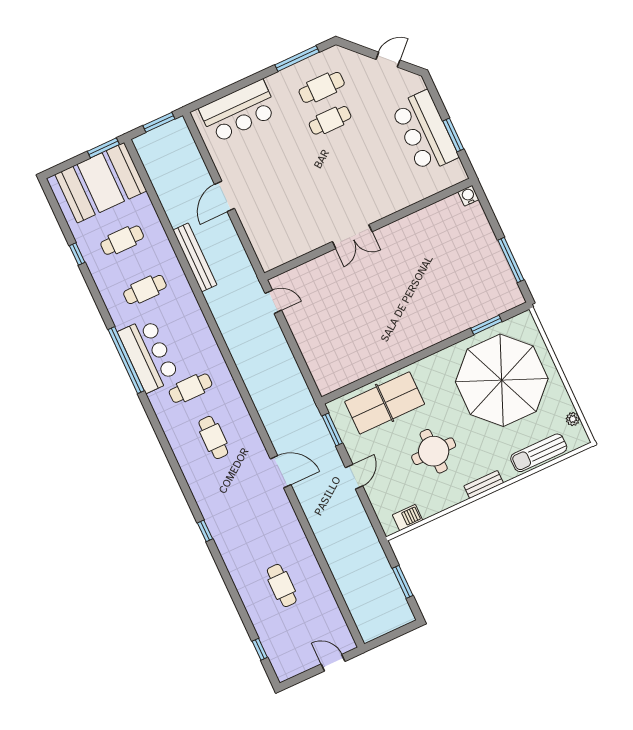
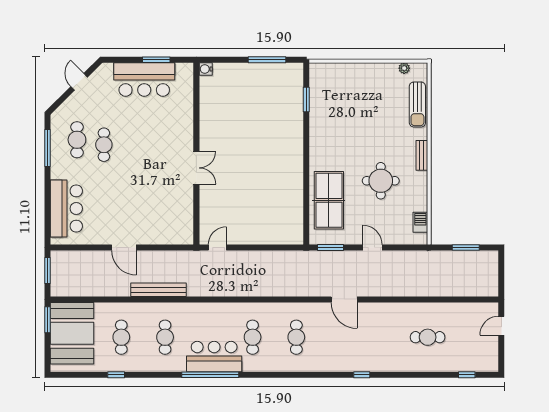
parasol: (502, 380) -> (352, 107), removed
cafe table: (213, 438) -> (296, 337), turned 90
door: (281, 472) -> (344, 300), swing flipped

